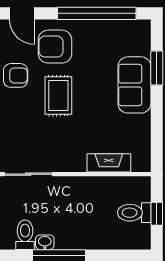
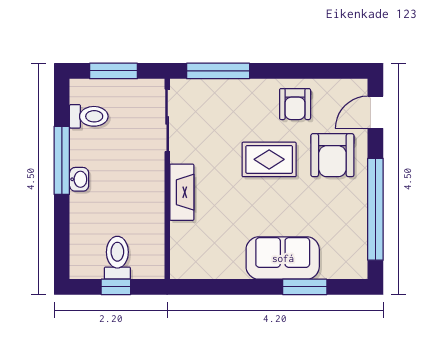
armchair: (55, 47) -> (332, 155), turned 180
fireplace: (109, 163) -> (182, 192), moved
washbasin: (45, 242) -> (79, 179), moved

